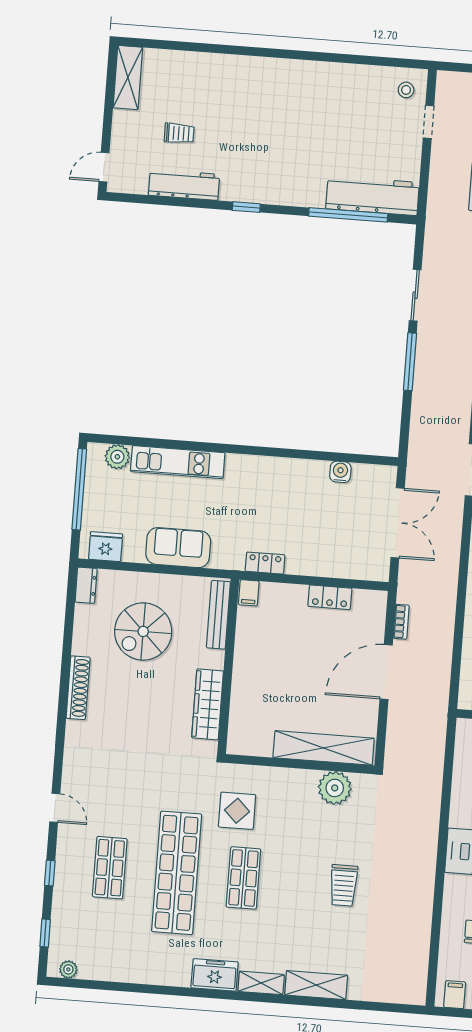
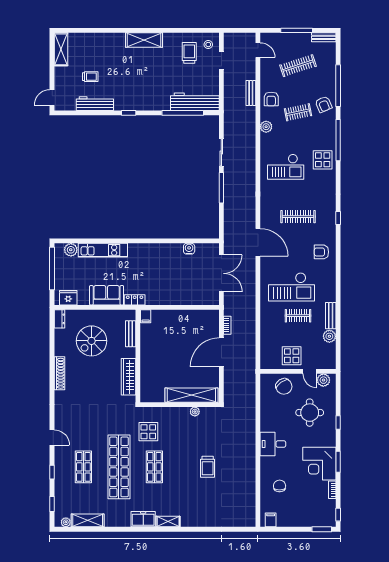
shelving: (286, 72) -> (144, 40), added
trolley: (369, 103) -> (189, 53), added
locker: (265, 563) -> (135, 300), moved
locker: (330, 597) -> (189, 315), removed
bench: (218, 615) -> (131, 334), width x0.73
plant: (335, 788) -> (195, 412), width x0.53, depth x0.53
shelving: (316, 985) -> (88, 520), moved

